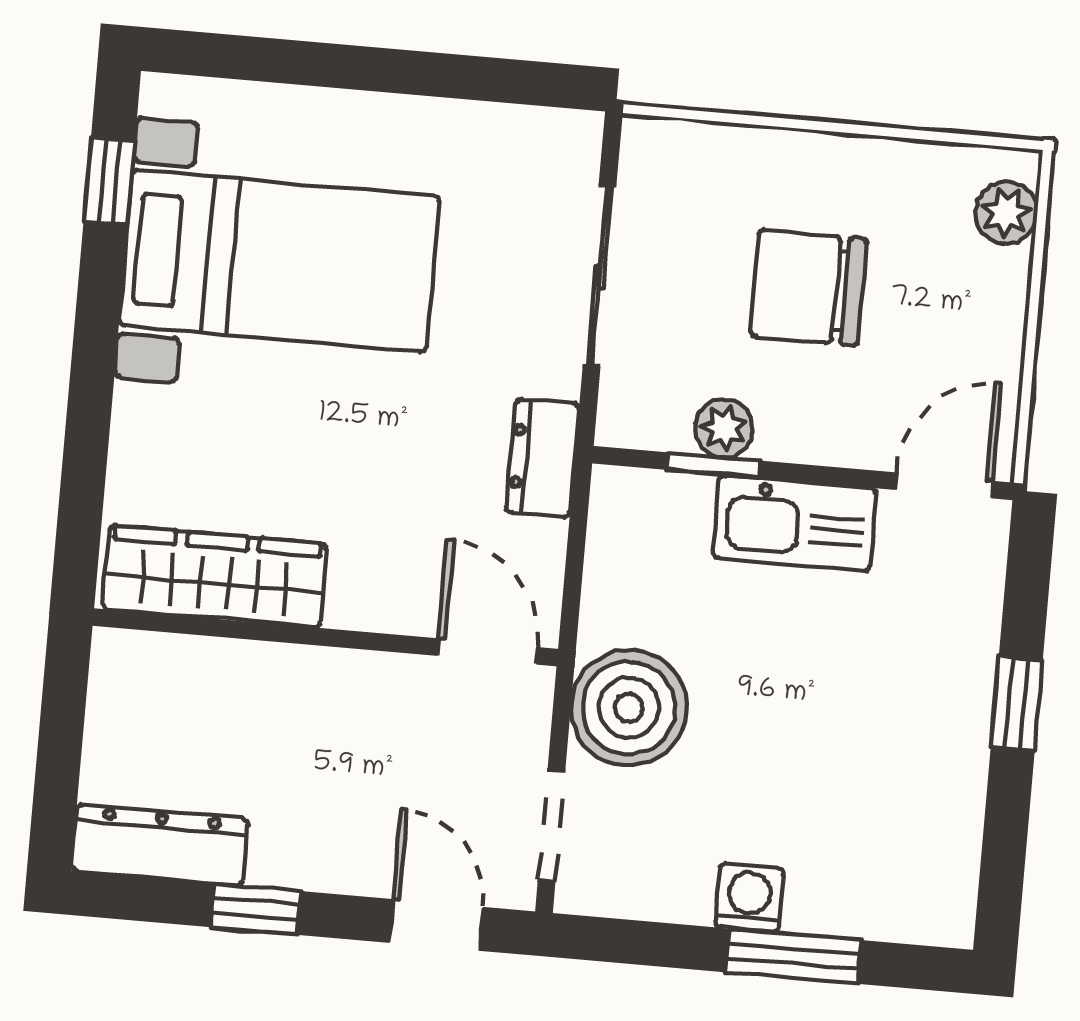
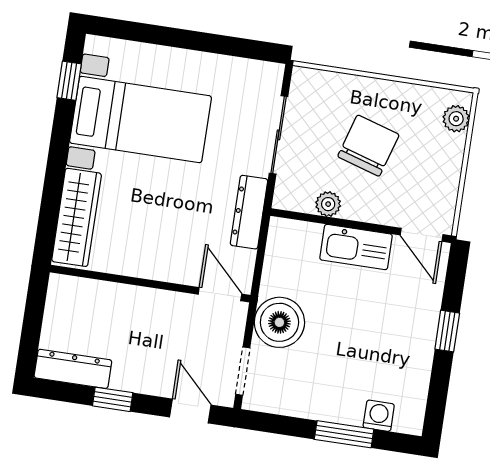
chair: (808, 287) -> (368, 146), turned 107
dresser: (543, 458) -> (249, 212), width x1.44
window: (713, 465) -> (323, 220), removed
door: (944, 485) -> (422, 235), swing flipped
wardrobe: (215, 576) -> (77, 217), moved, turned 90
washing machine: (749, 898) -> (379, 416), moved

